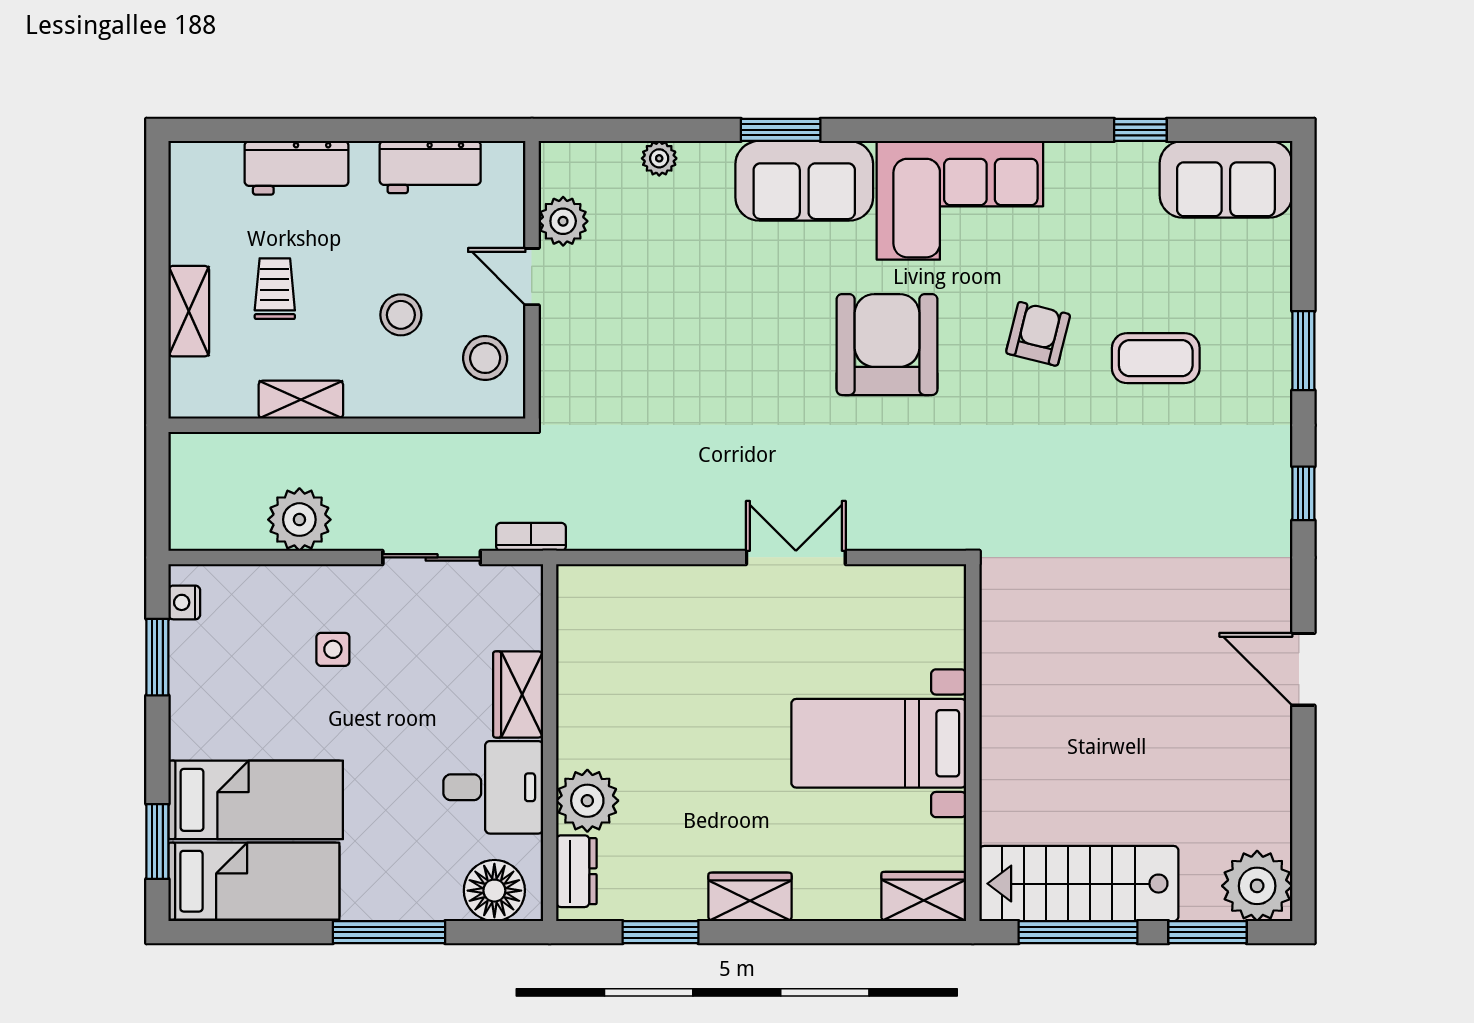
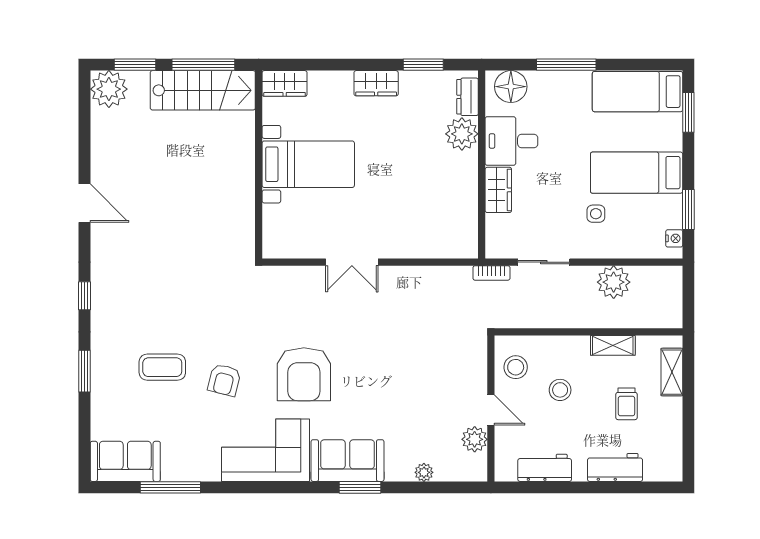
window: (1140, 130) -> (170, 487), width x2.17
shelving: (189, 311) -> (672, 372), moved
bed: (256, 800) -> (637, 173), moved

